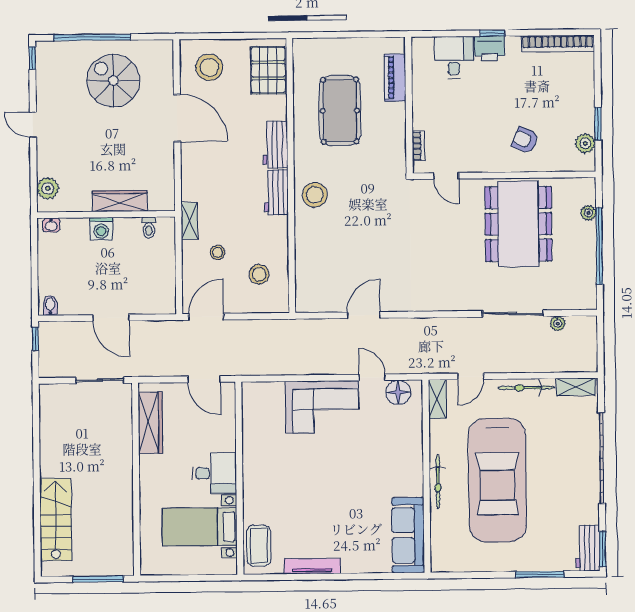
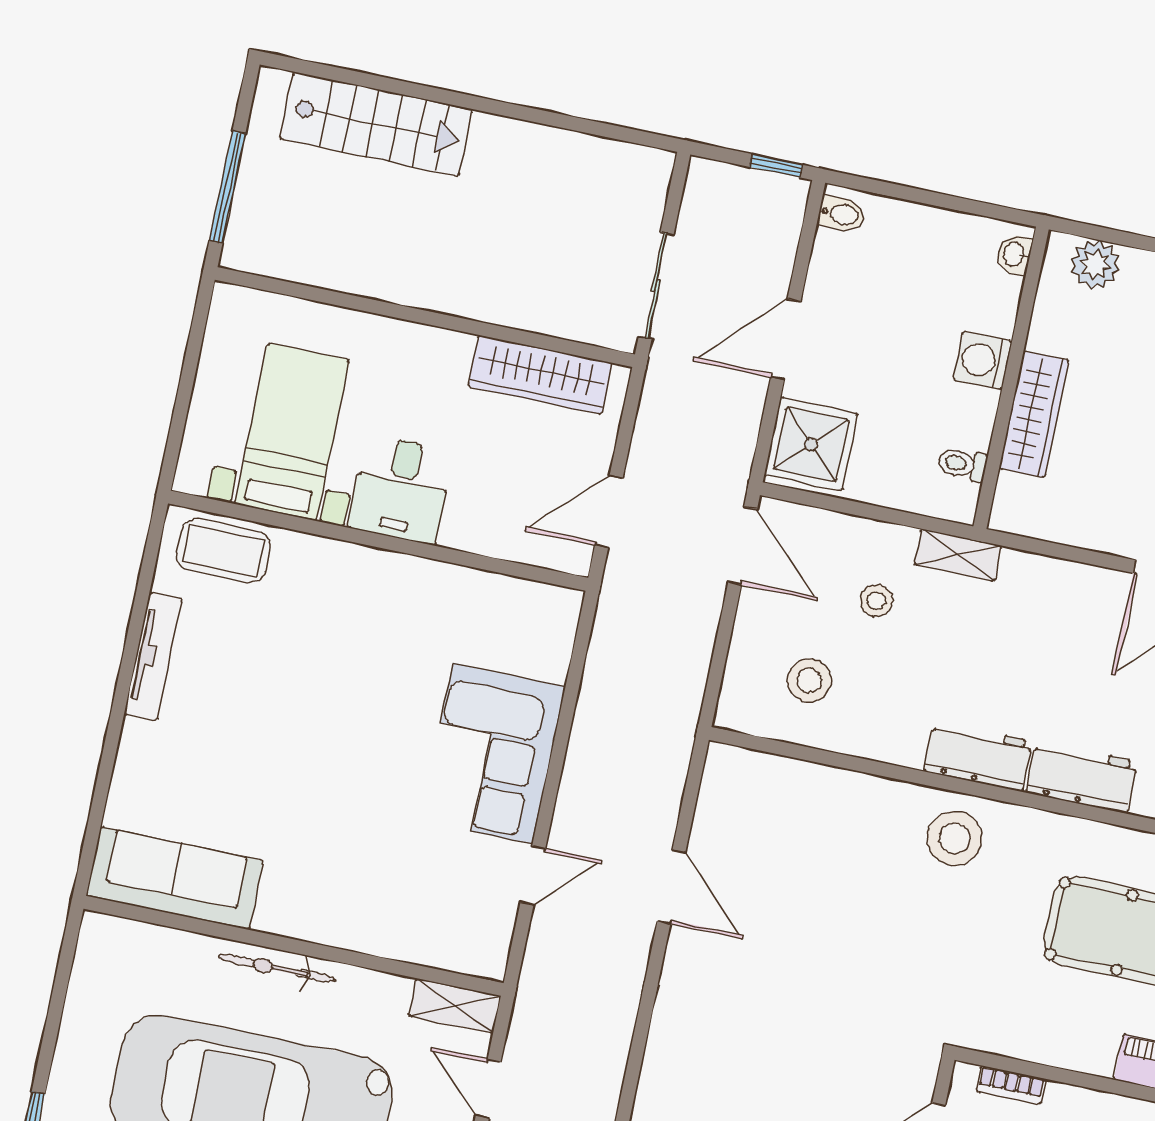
shower: (155, 296) -> (811, 444), added
floor lamp: (398, 392) -> (488, 925), removed

